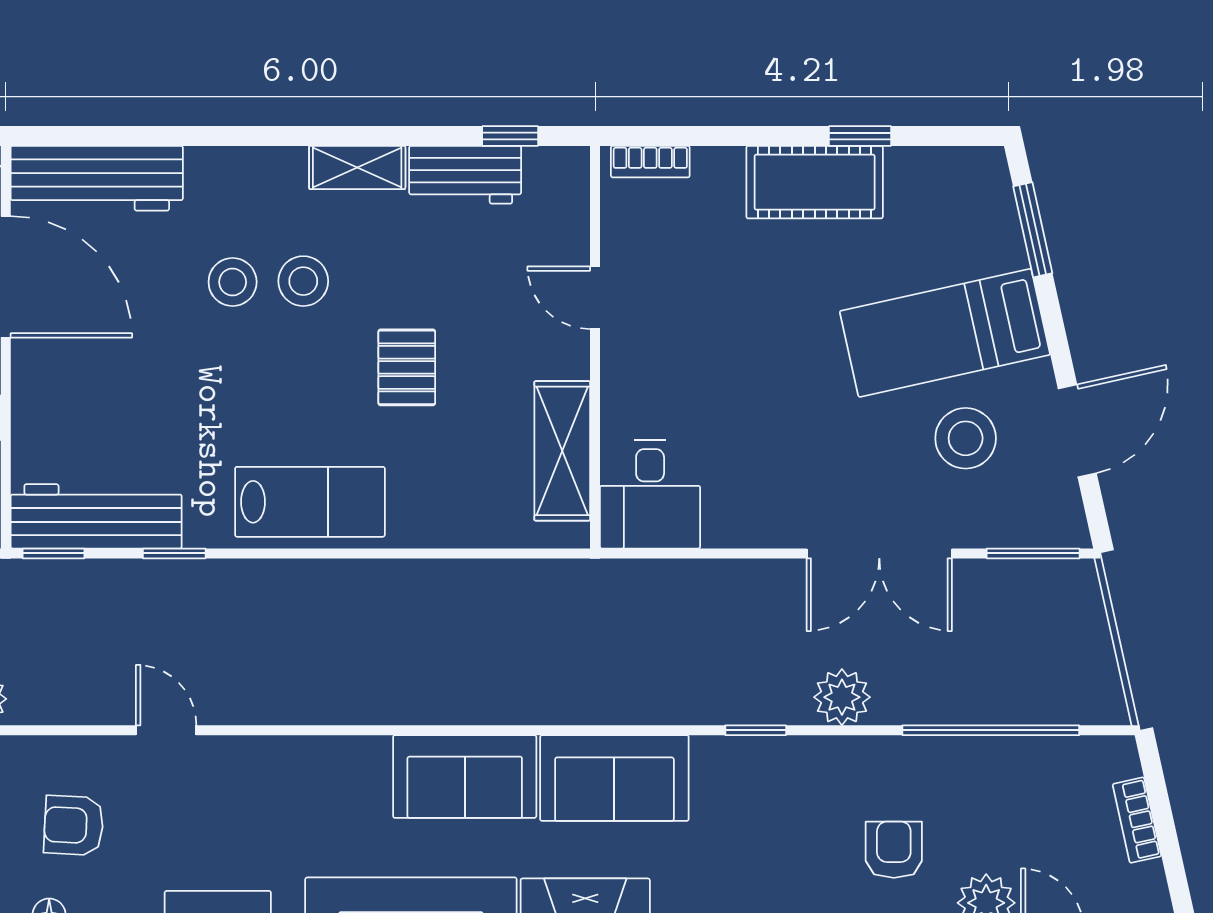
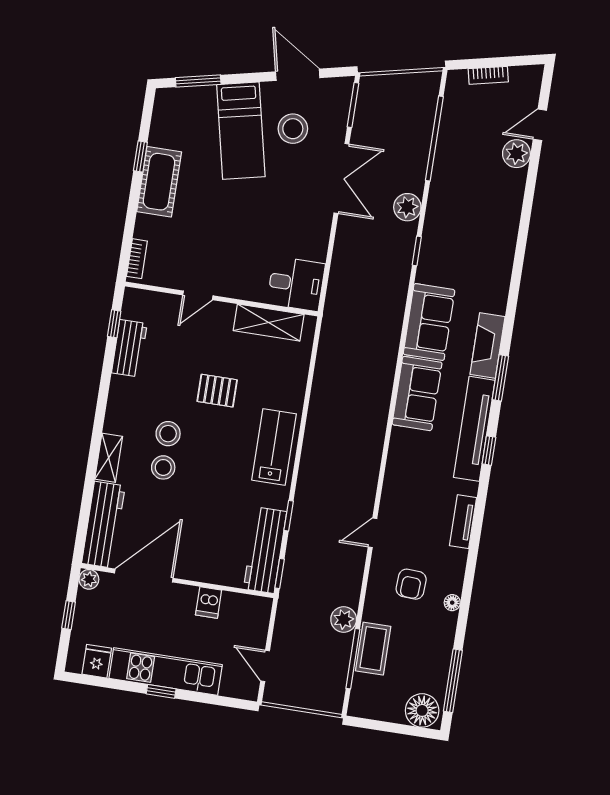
shelving: (357, 167) -> (109, 458), moved
armchair: (894, 850) -> (484, 194), removed

